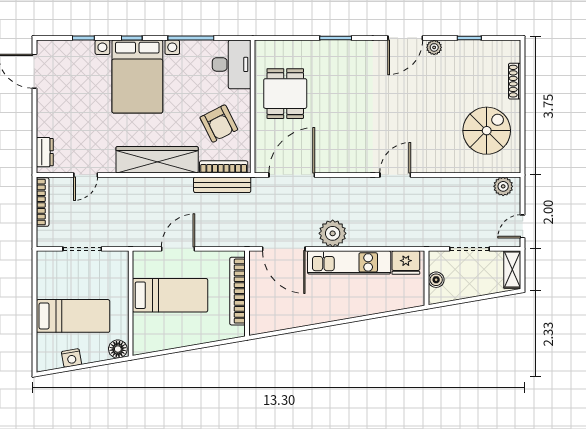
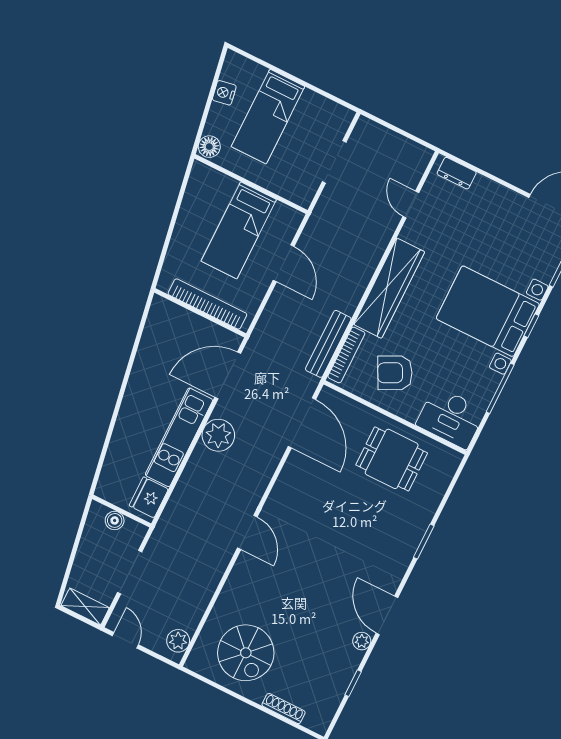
bookcase: (43, 202) -> (405, 144), removed

